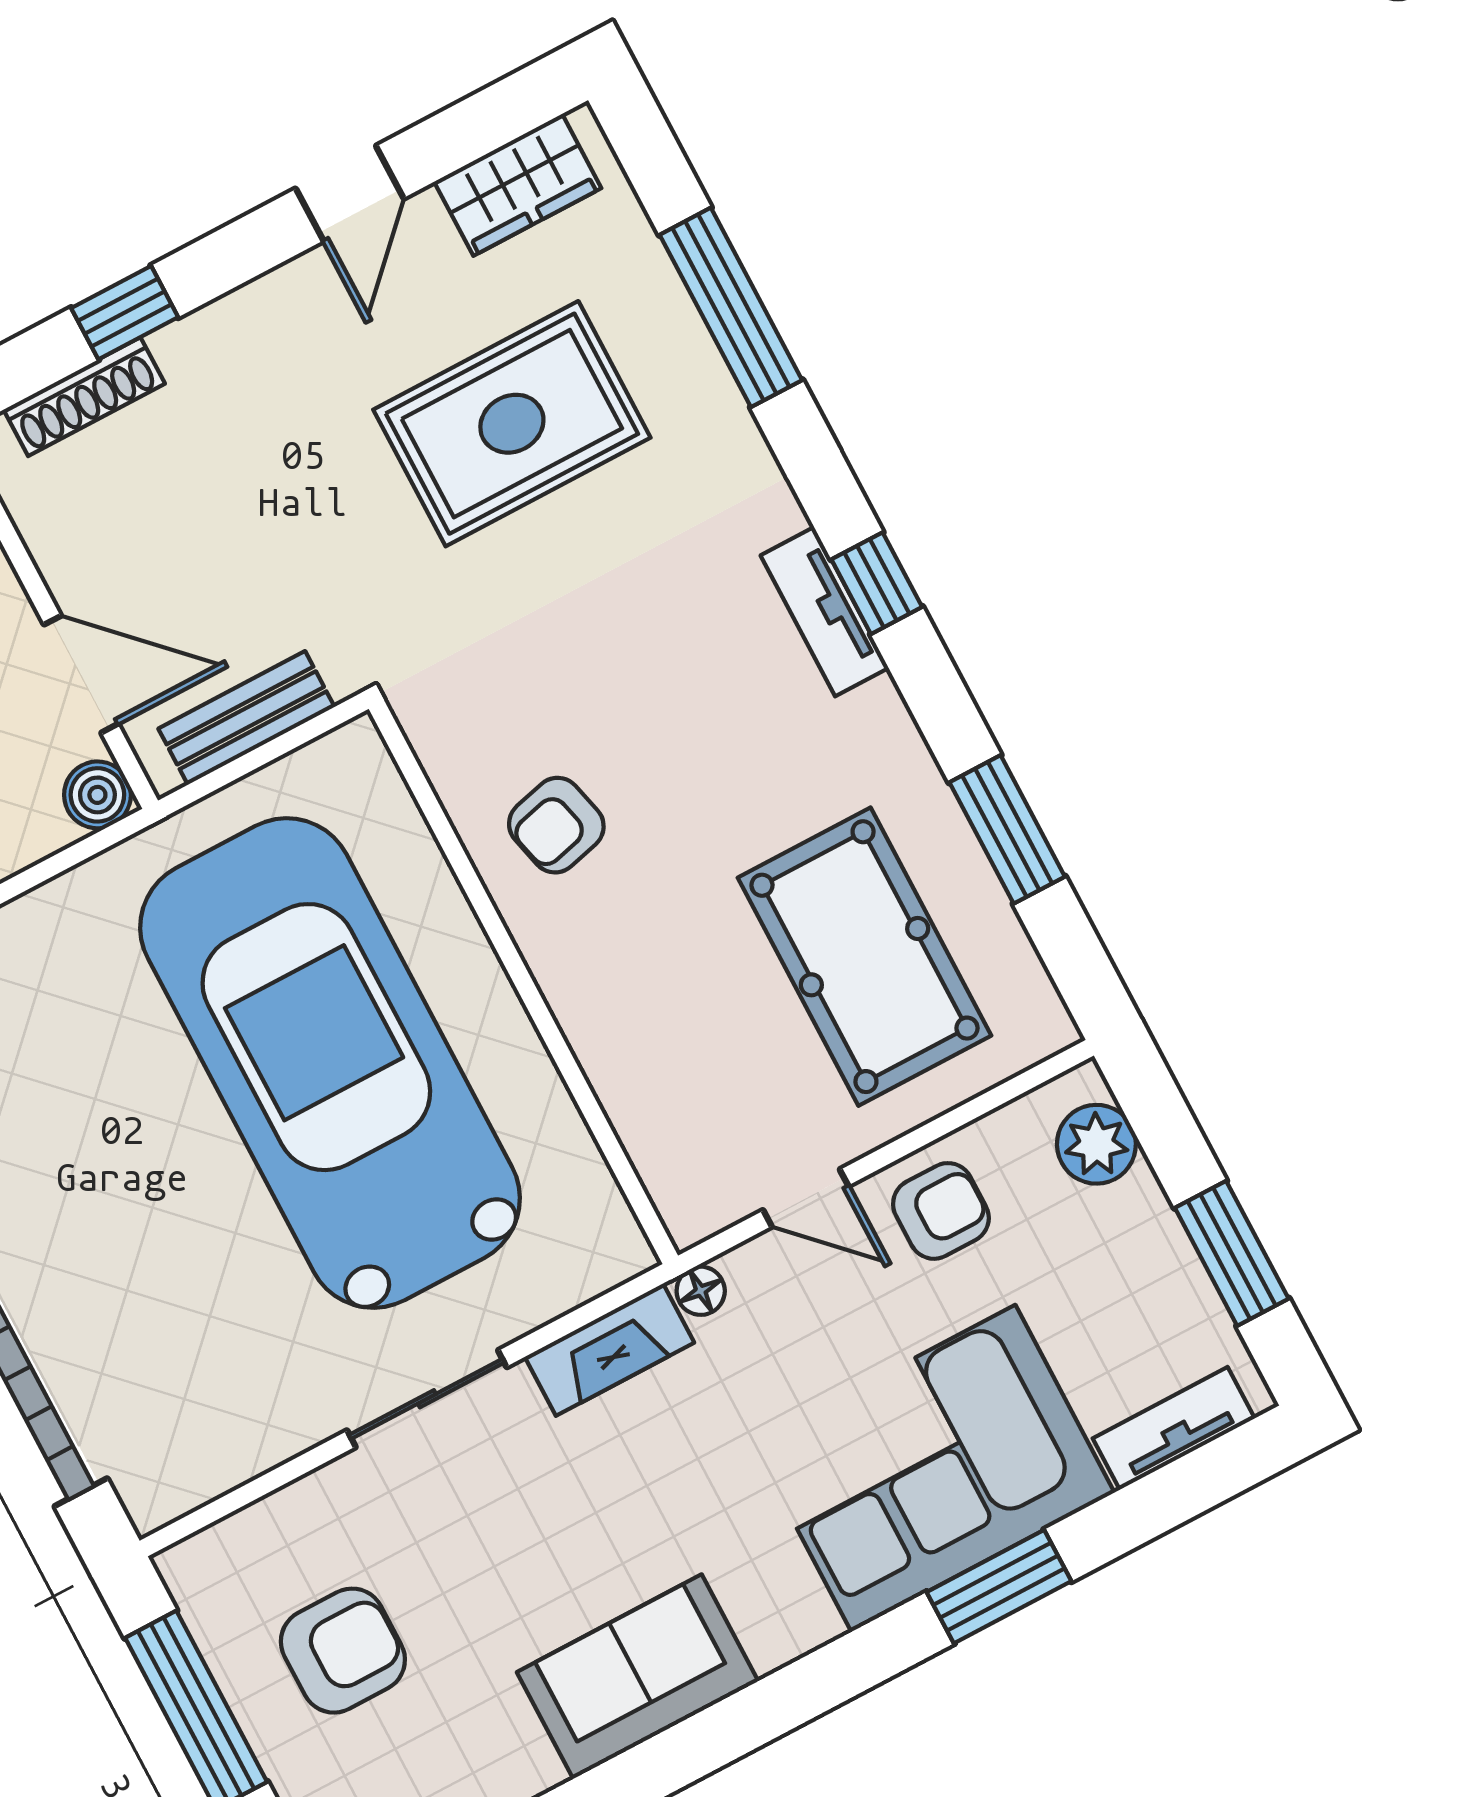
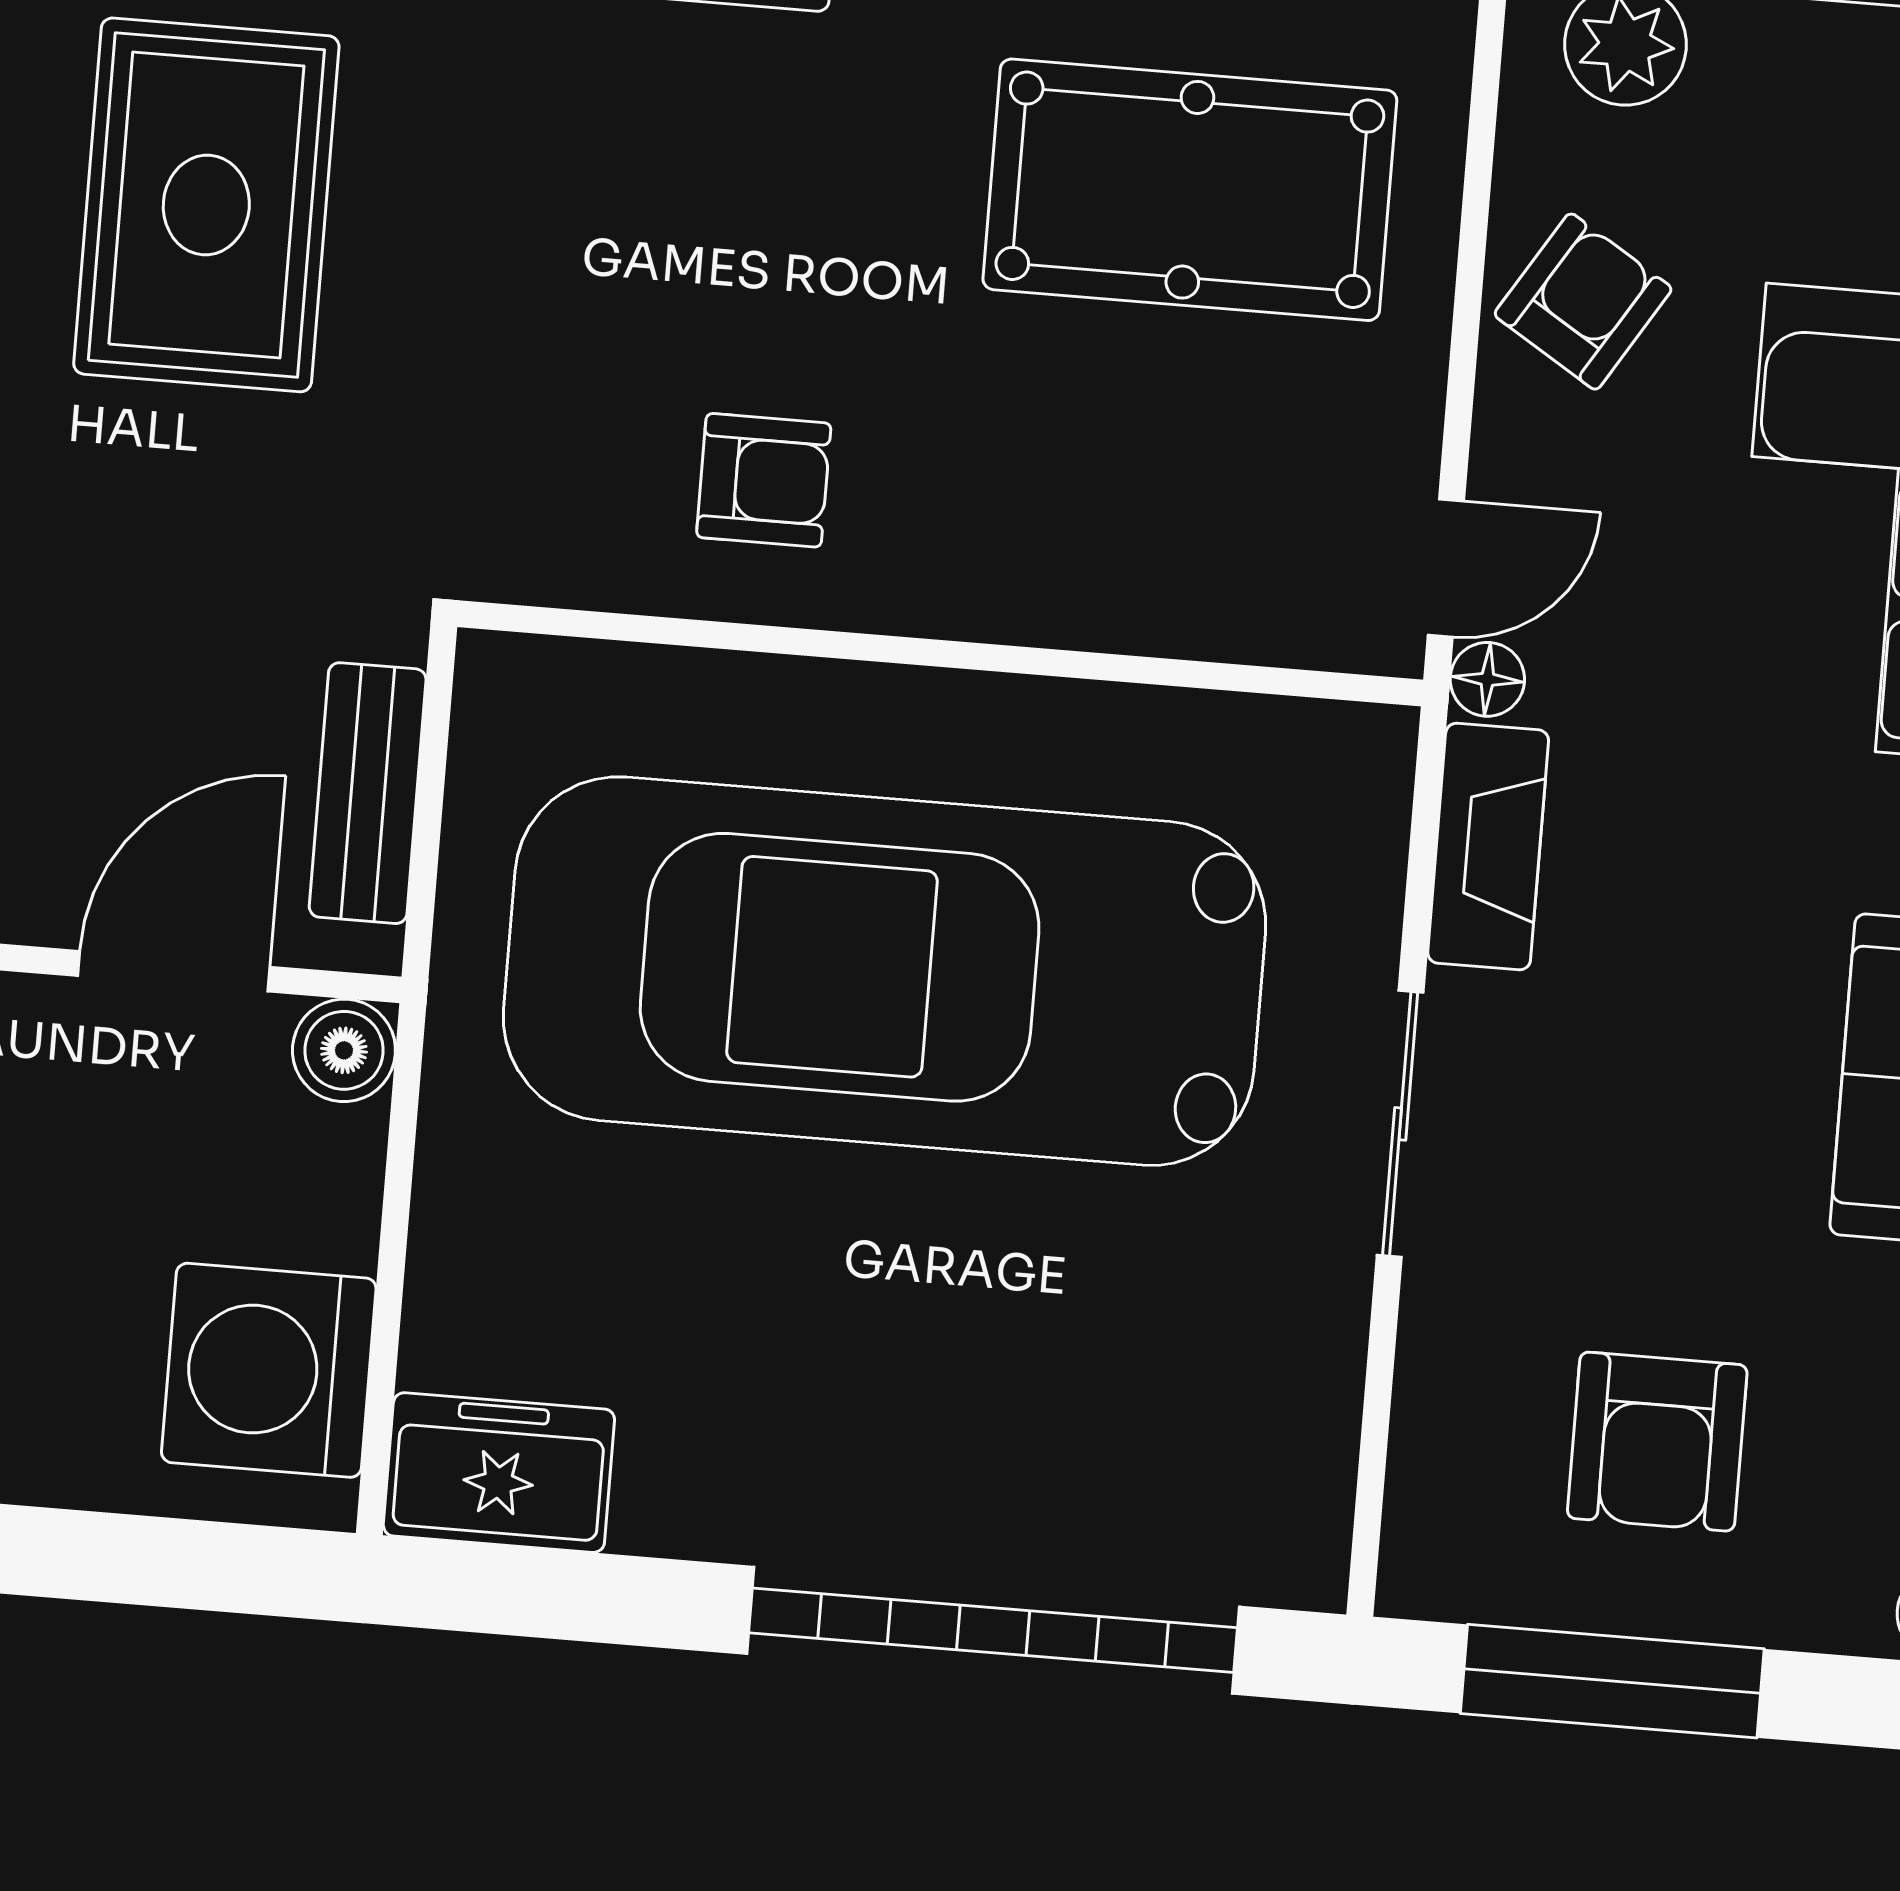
armchair: (556, 825) -> (764, 480), turned -76
door: (806, 1198) -> (1446, 568), moved
armchair: (941, 1211) -> (1583, 302), turned 32
armchair: (343, 1651) -> (1657, 1442), turned 180

